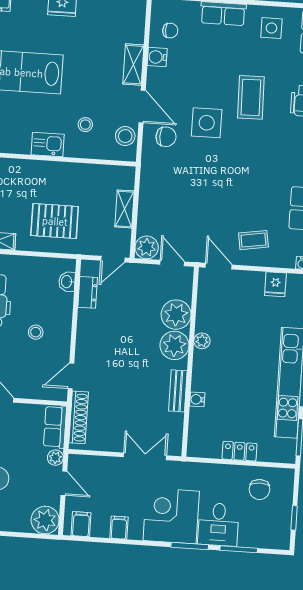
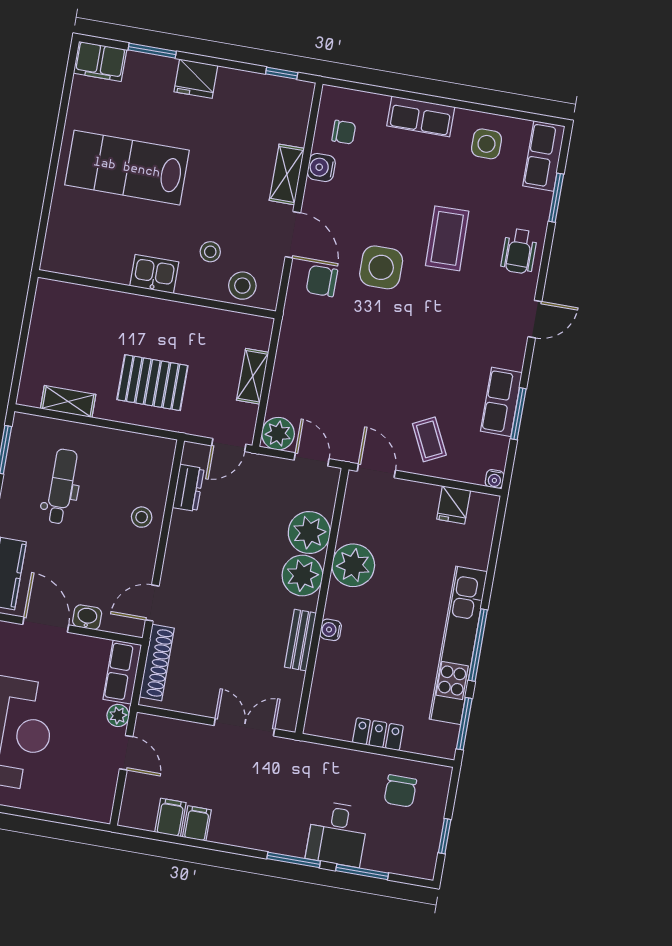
stool: (125, 136) -> (242, 286), moved
chair: (166, 137) -> (322, 281), turned 180
coffee table: (253, 240) -> (429, 439), turned 73
washbasin: (67, 282) -> (87, 617), moved, turned 90
stool: (36, 332) -> (142, 517), moved
plant: (202, 341) -> (353, 565), width x1.87, depth x1.87
water cooler: (197, 399) -> (331, 630), moved
corner desk: (171, 516) -> (272, 815), removed
plant: (45, 520) -> (94, 802), removed
filing cabinet: (81, 524) -> (170, 817), moved

